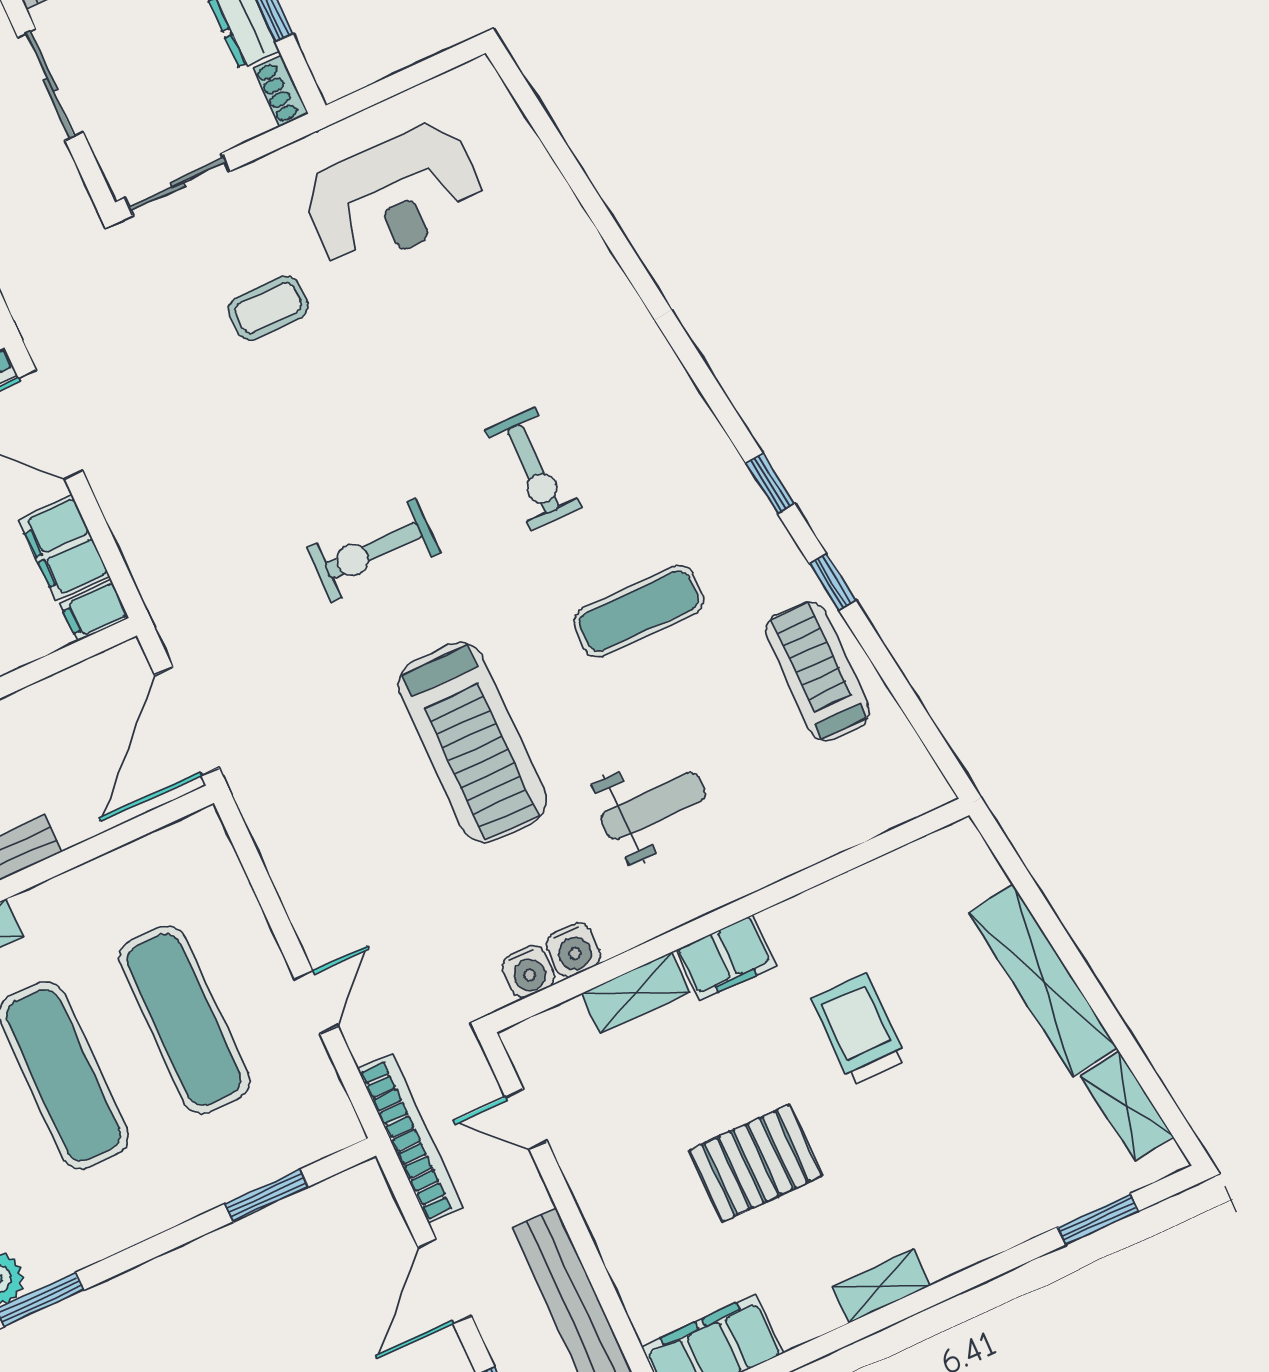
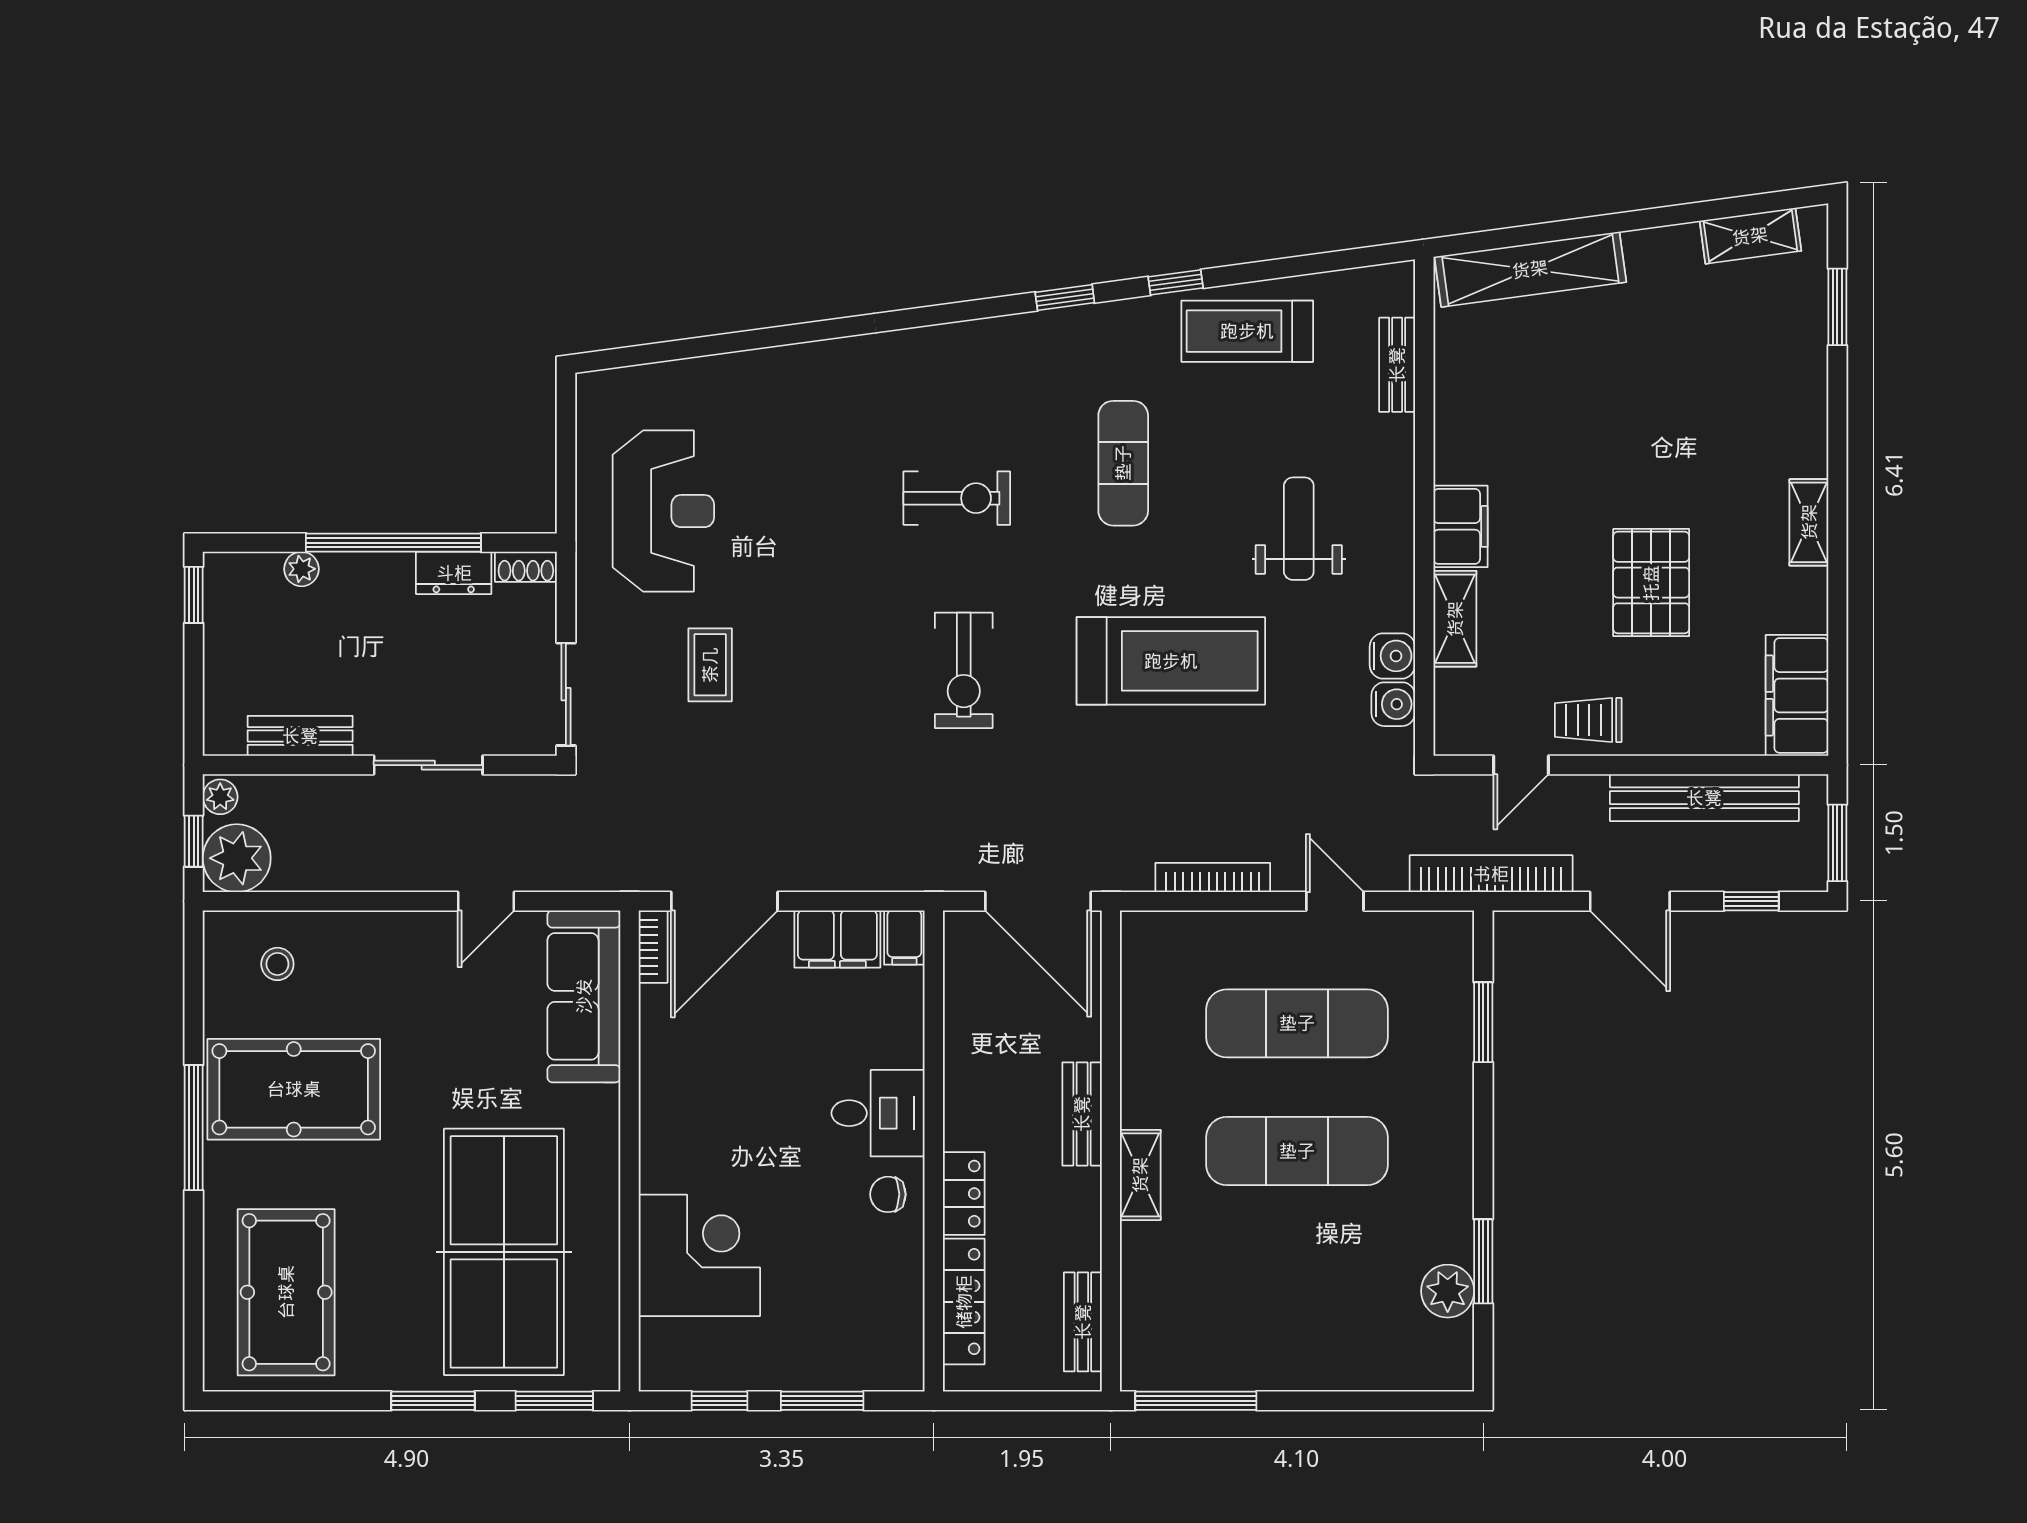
bench: (851, 828) -> (1397, 365), added
bookcase: (286, 876) -> (1213, 878), added
shelving: (1043, 980) -> (1530, 269), moved
trolley: (859, 1029) -> (1588, 720), moved, width x0.73, depth x0.72

